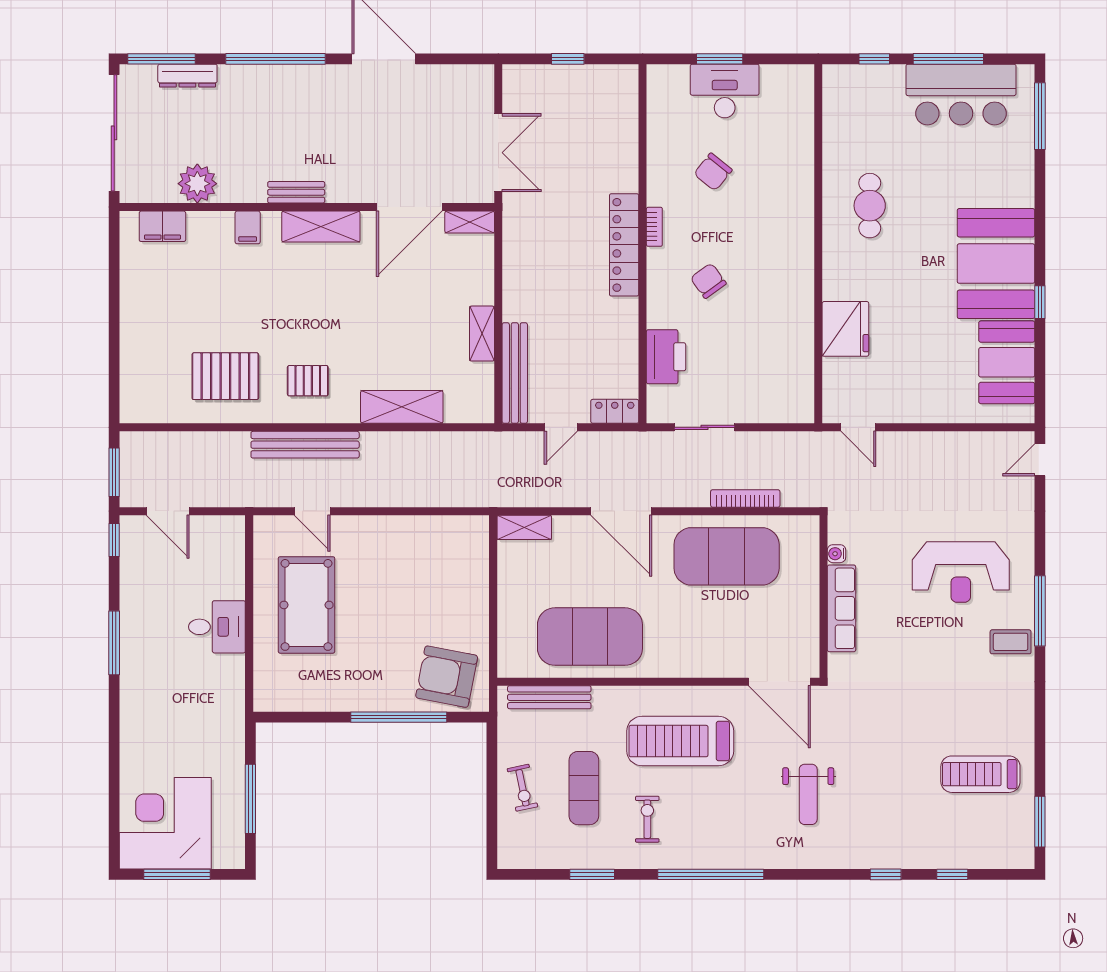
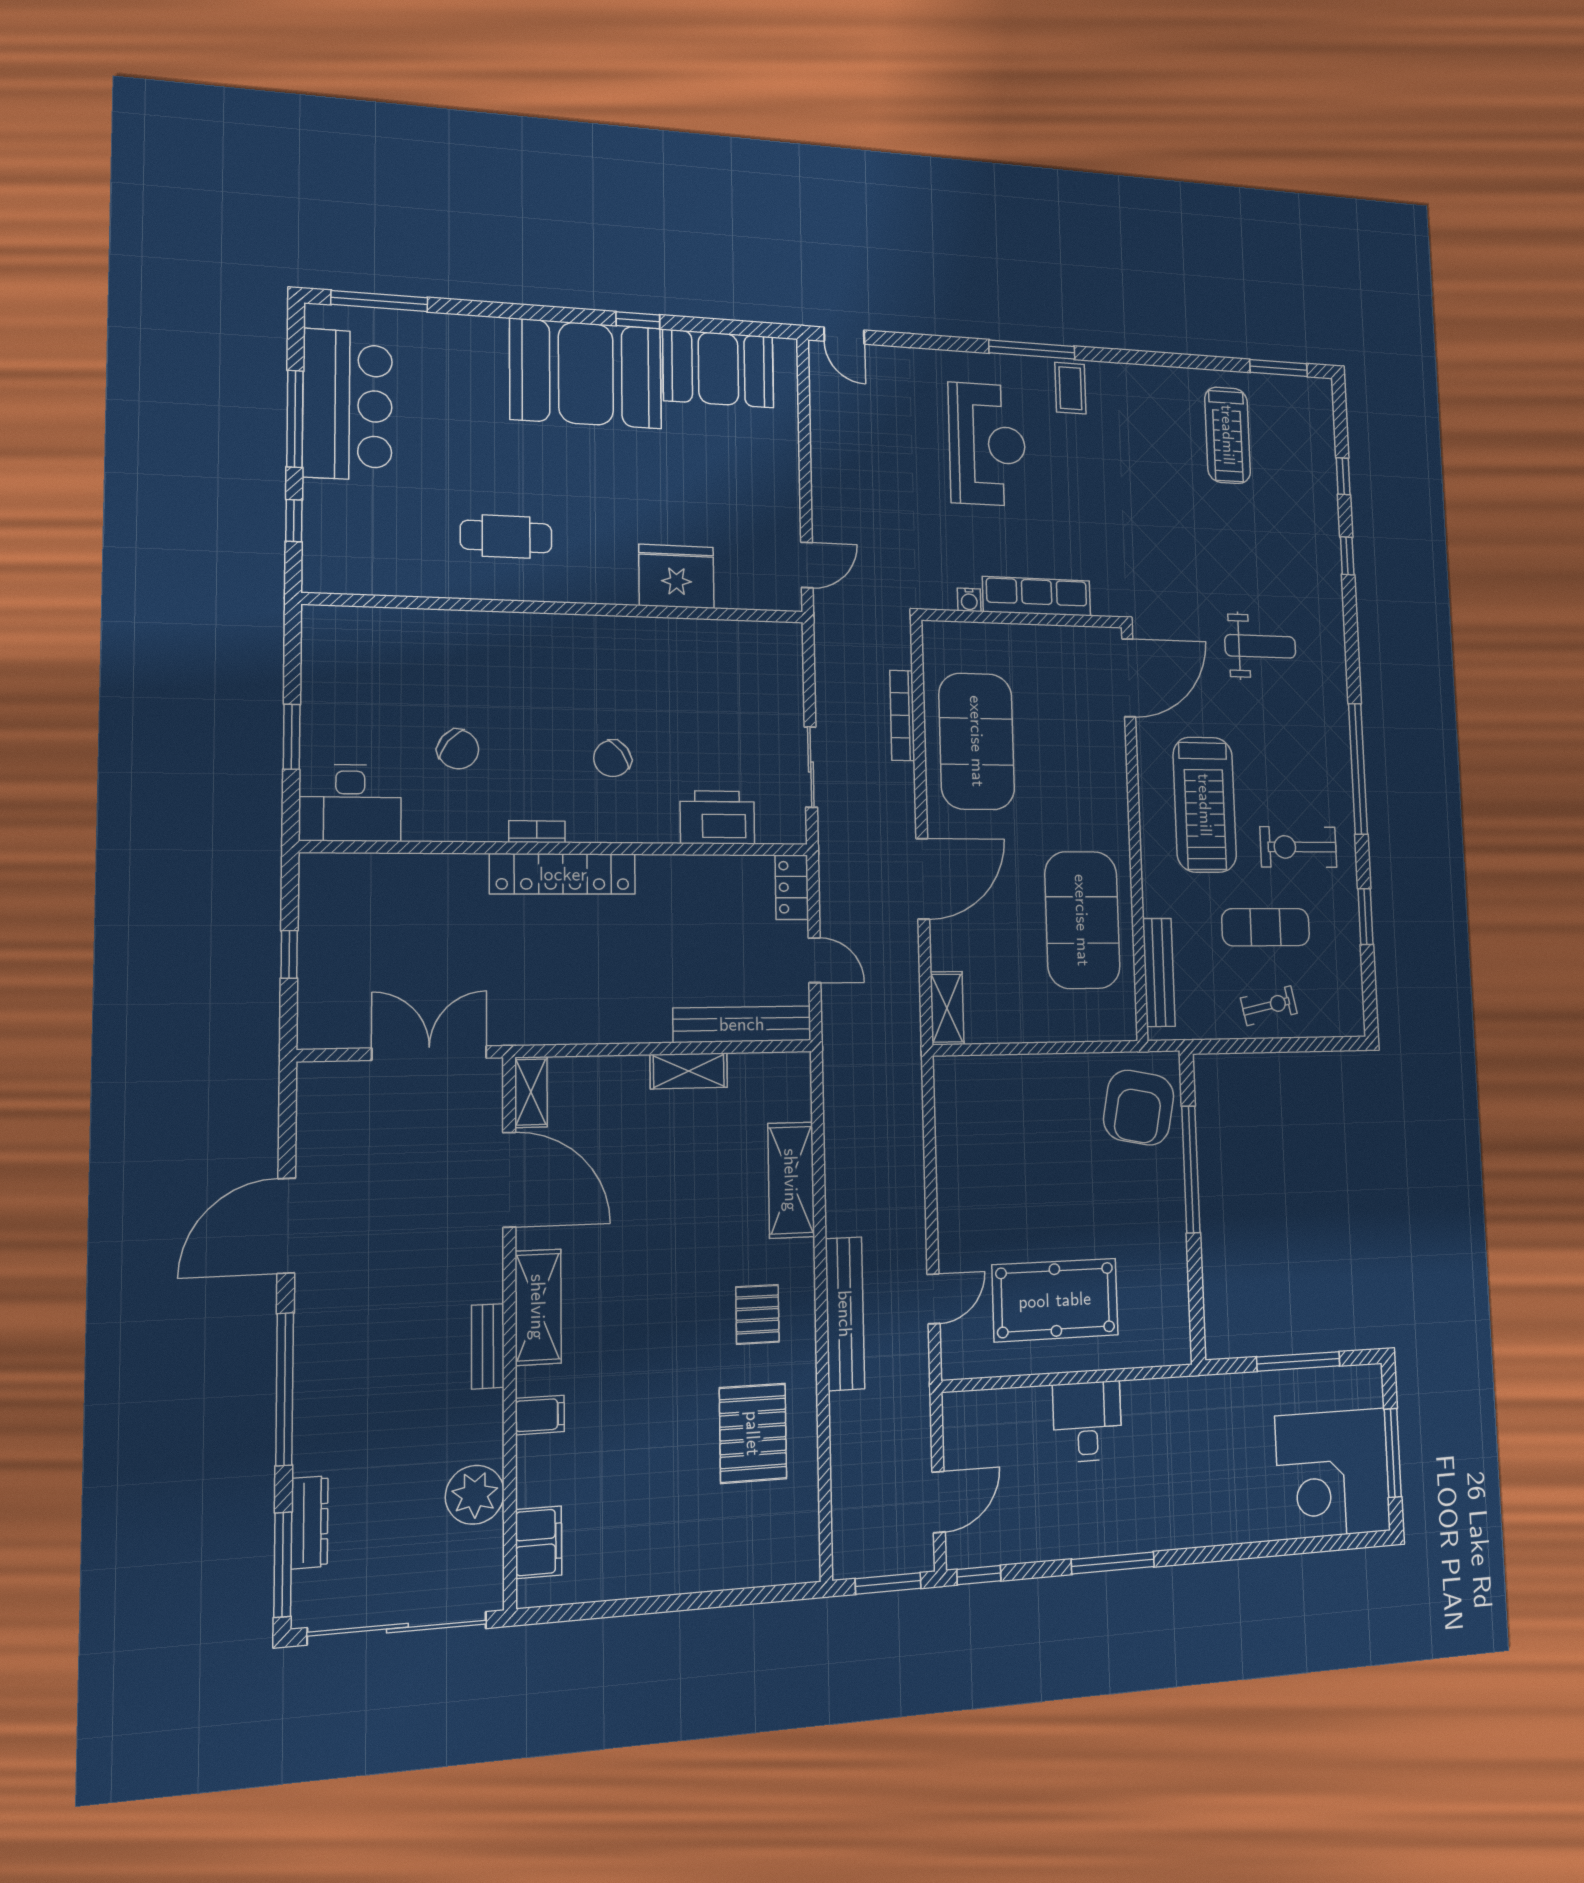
desk: (725, 91) -> (350, 803), moved, turned -90
exercise bike: (647, 819) -> (1298, 847), width x1.38, depth x1.39

